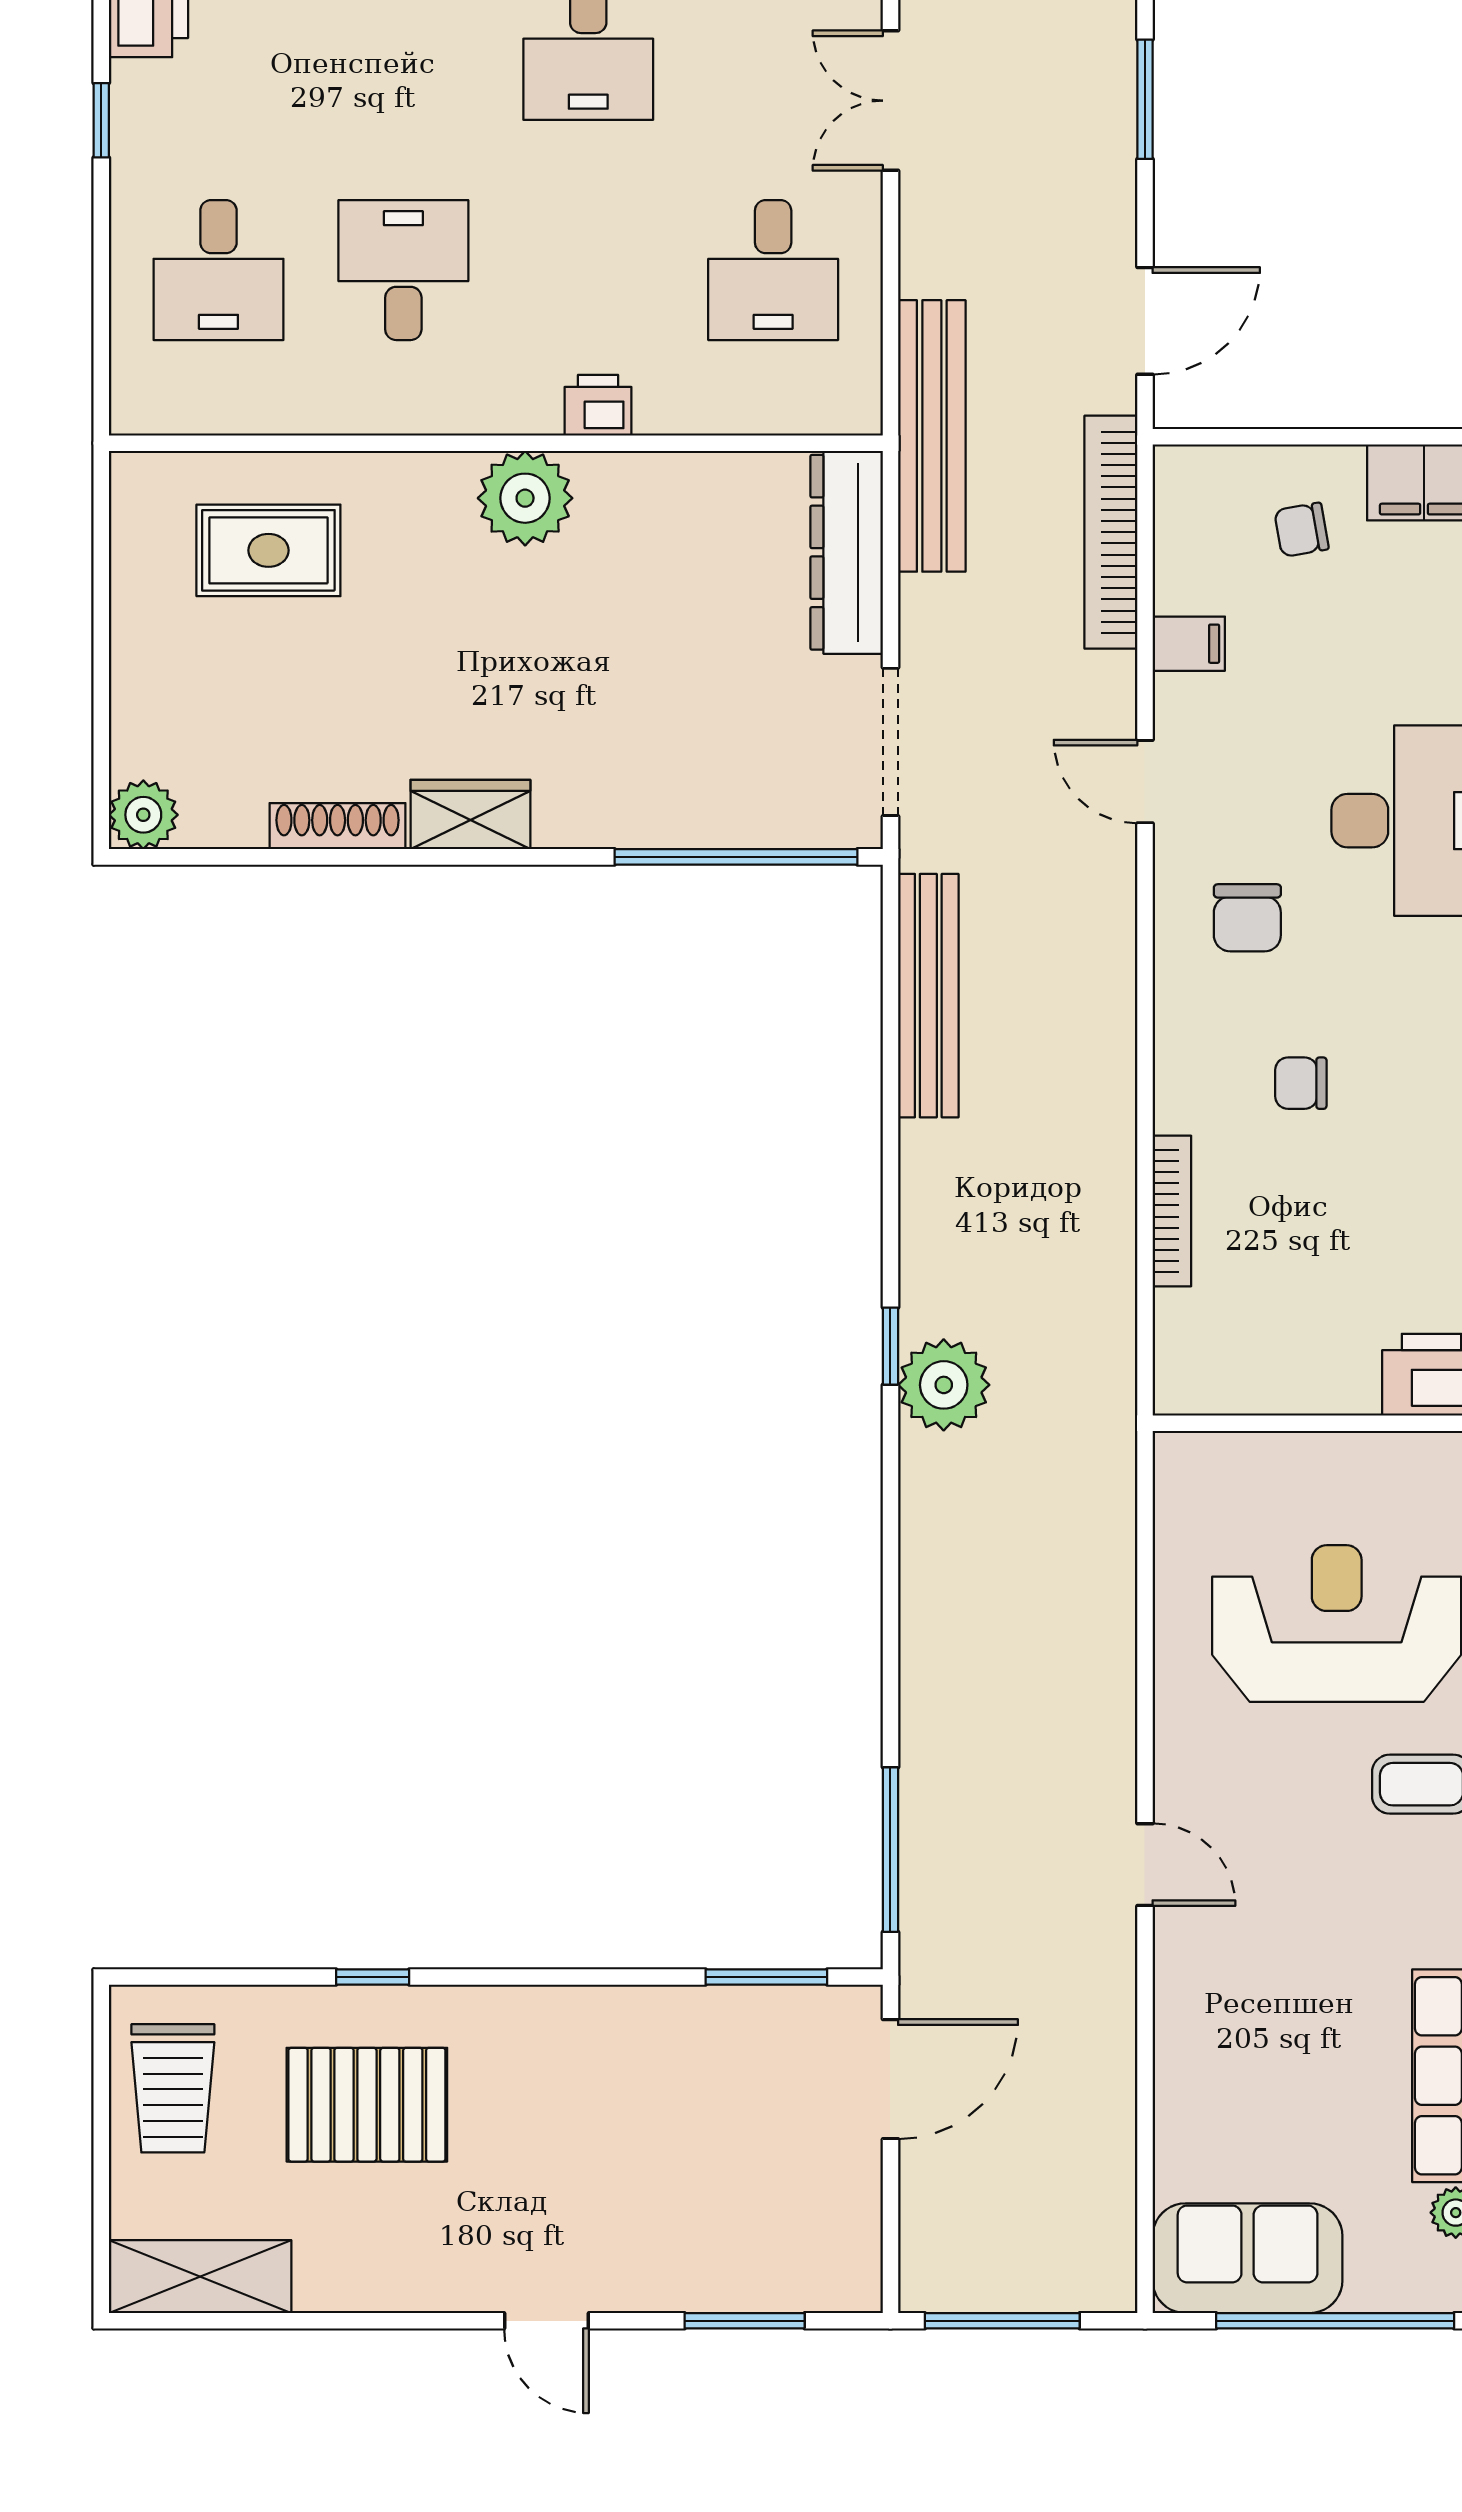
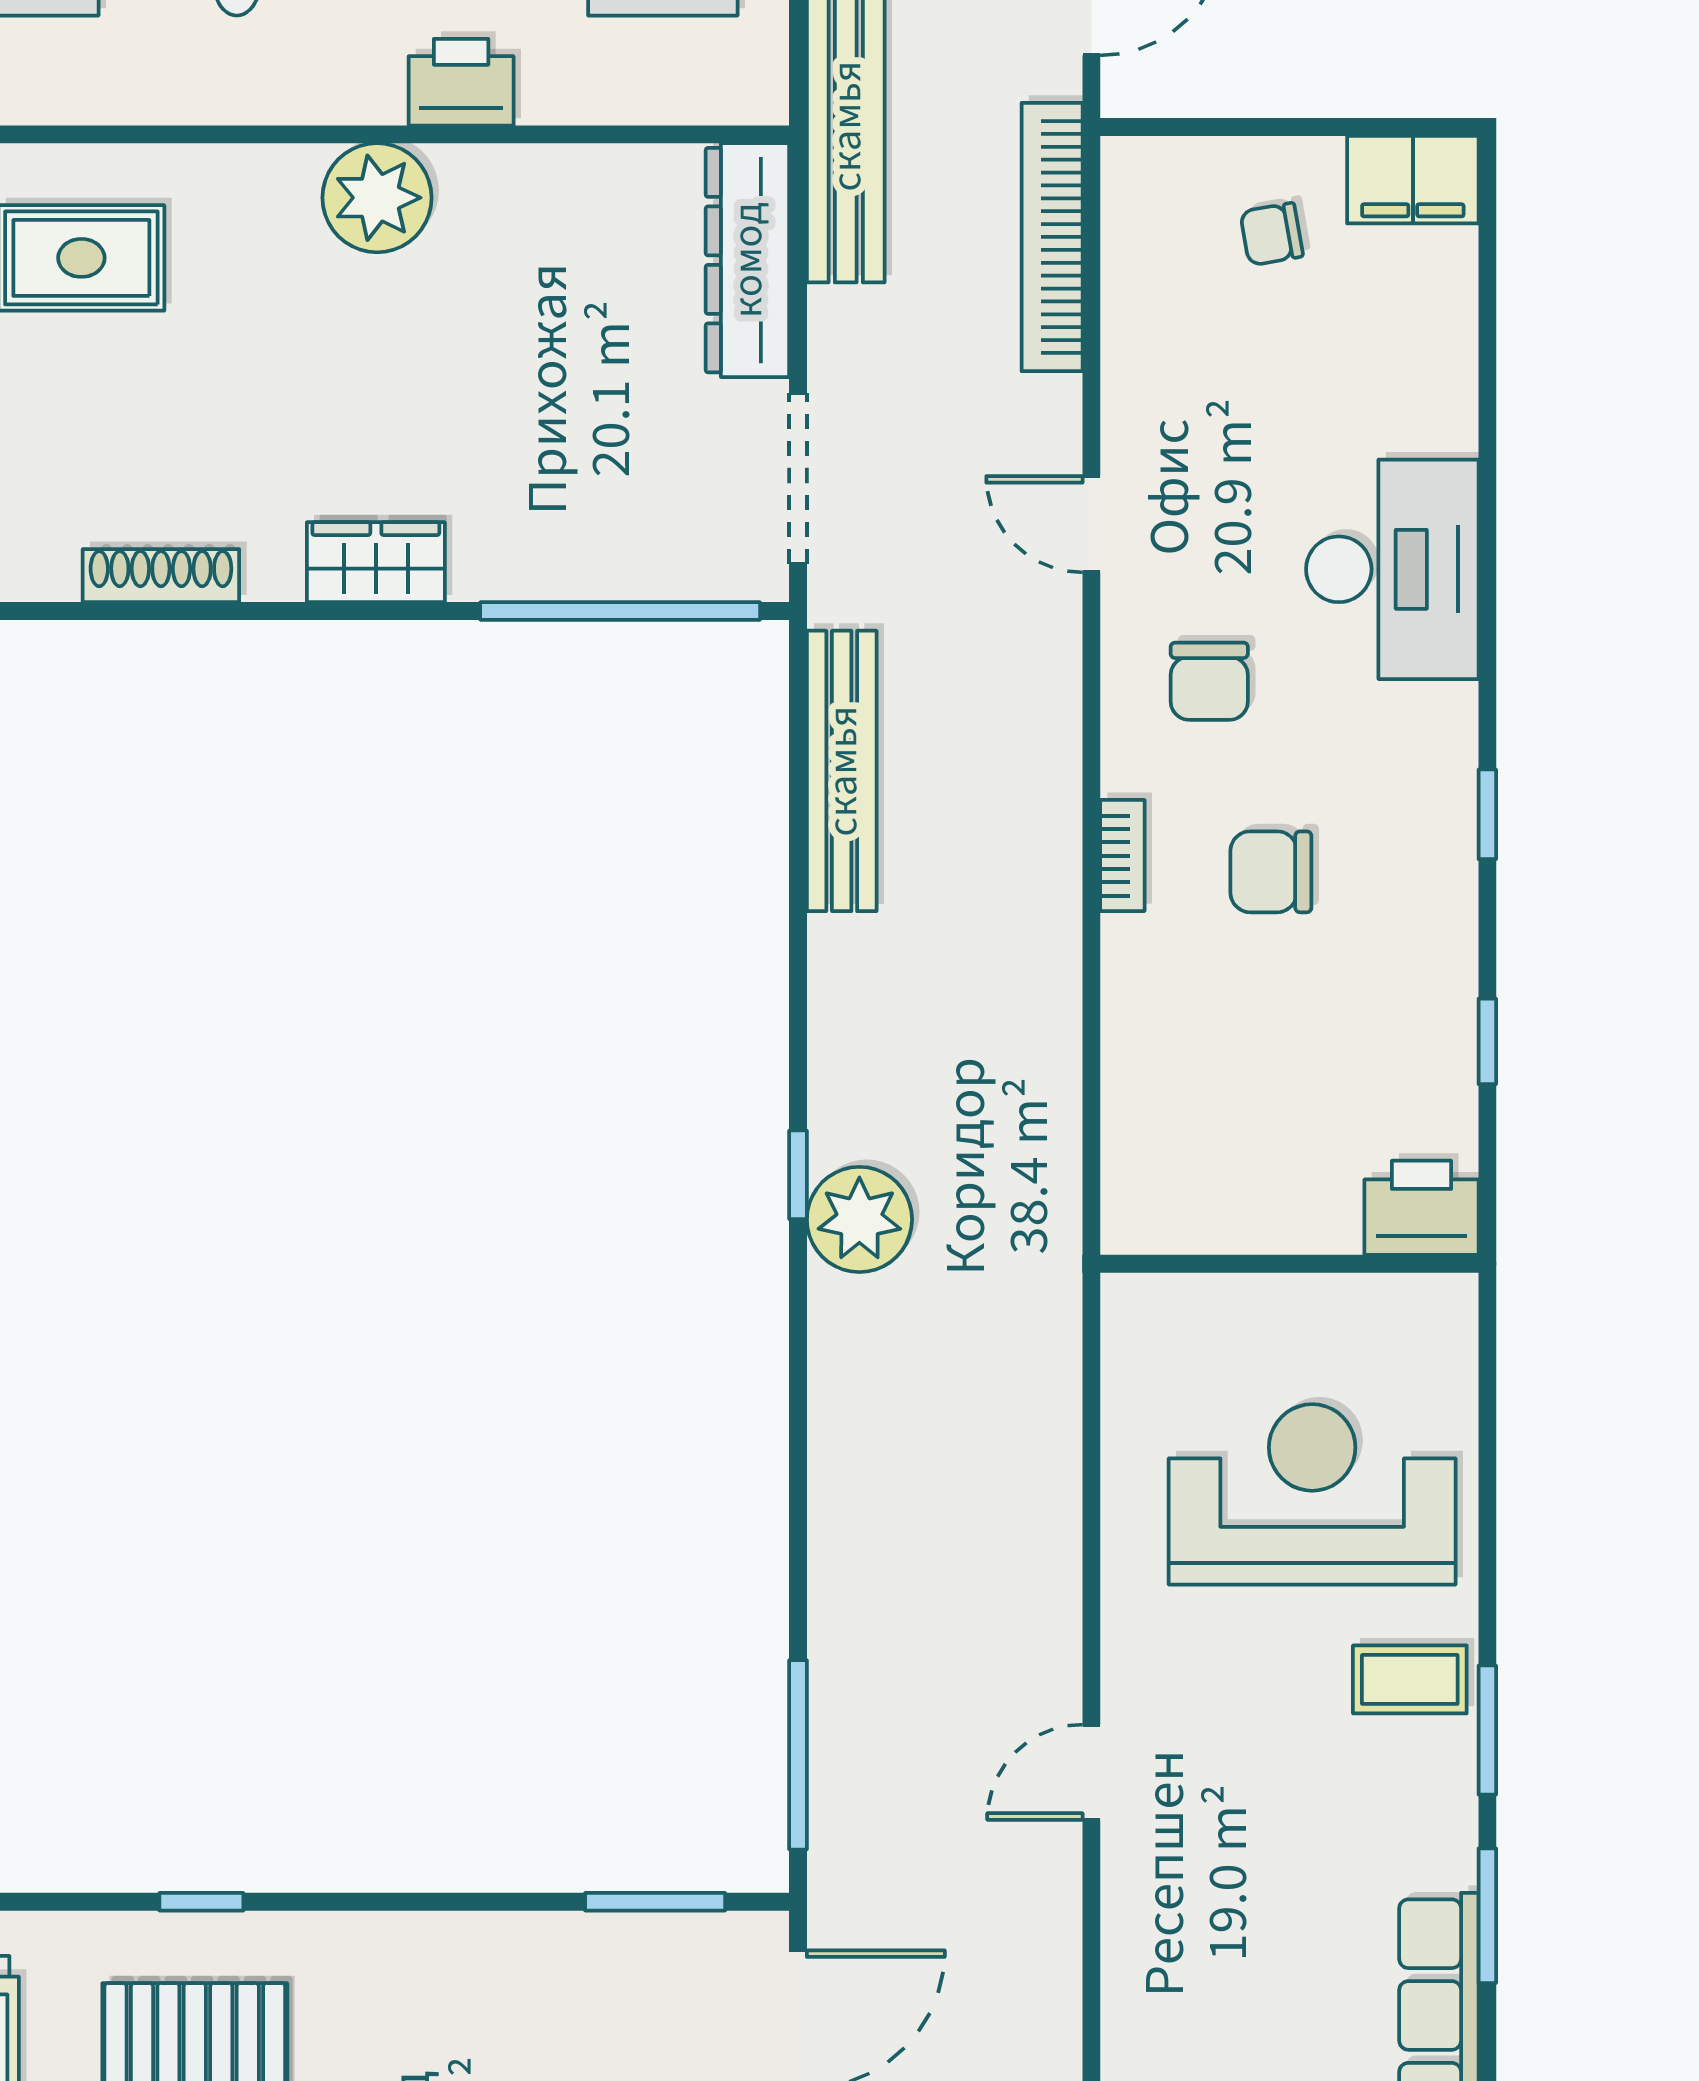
printer: (598, 405) -> (461, 82), width x1.36, depth x1.24
filing cabinet: (1189, 644) -> (1142, 365), removed
wardrobe: (470, 815) -> (376, 562), moved
chair: (1301, 1083) -> (1271, 872), width x1.37, depth x1.37
bookcase: (1172, 1211) -> (1122, 856), moved, width x0.64
door: (1145, 1865) -> (1091, 1772), swing flipped

